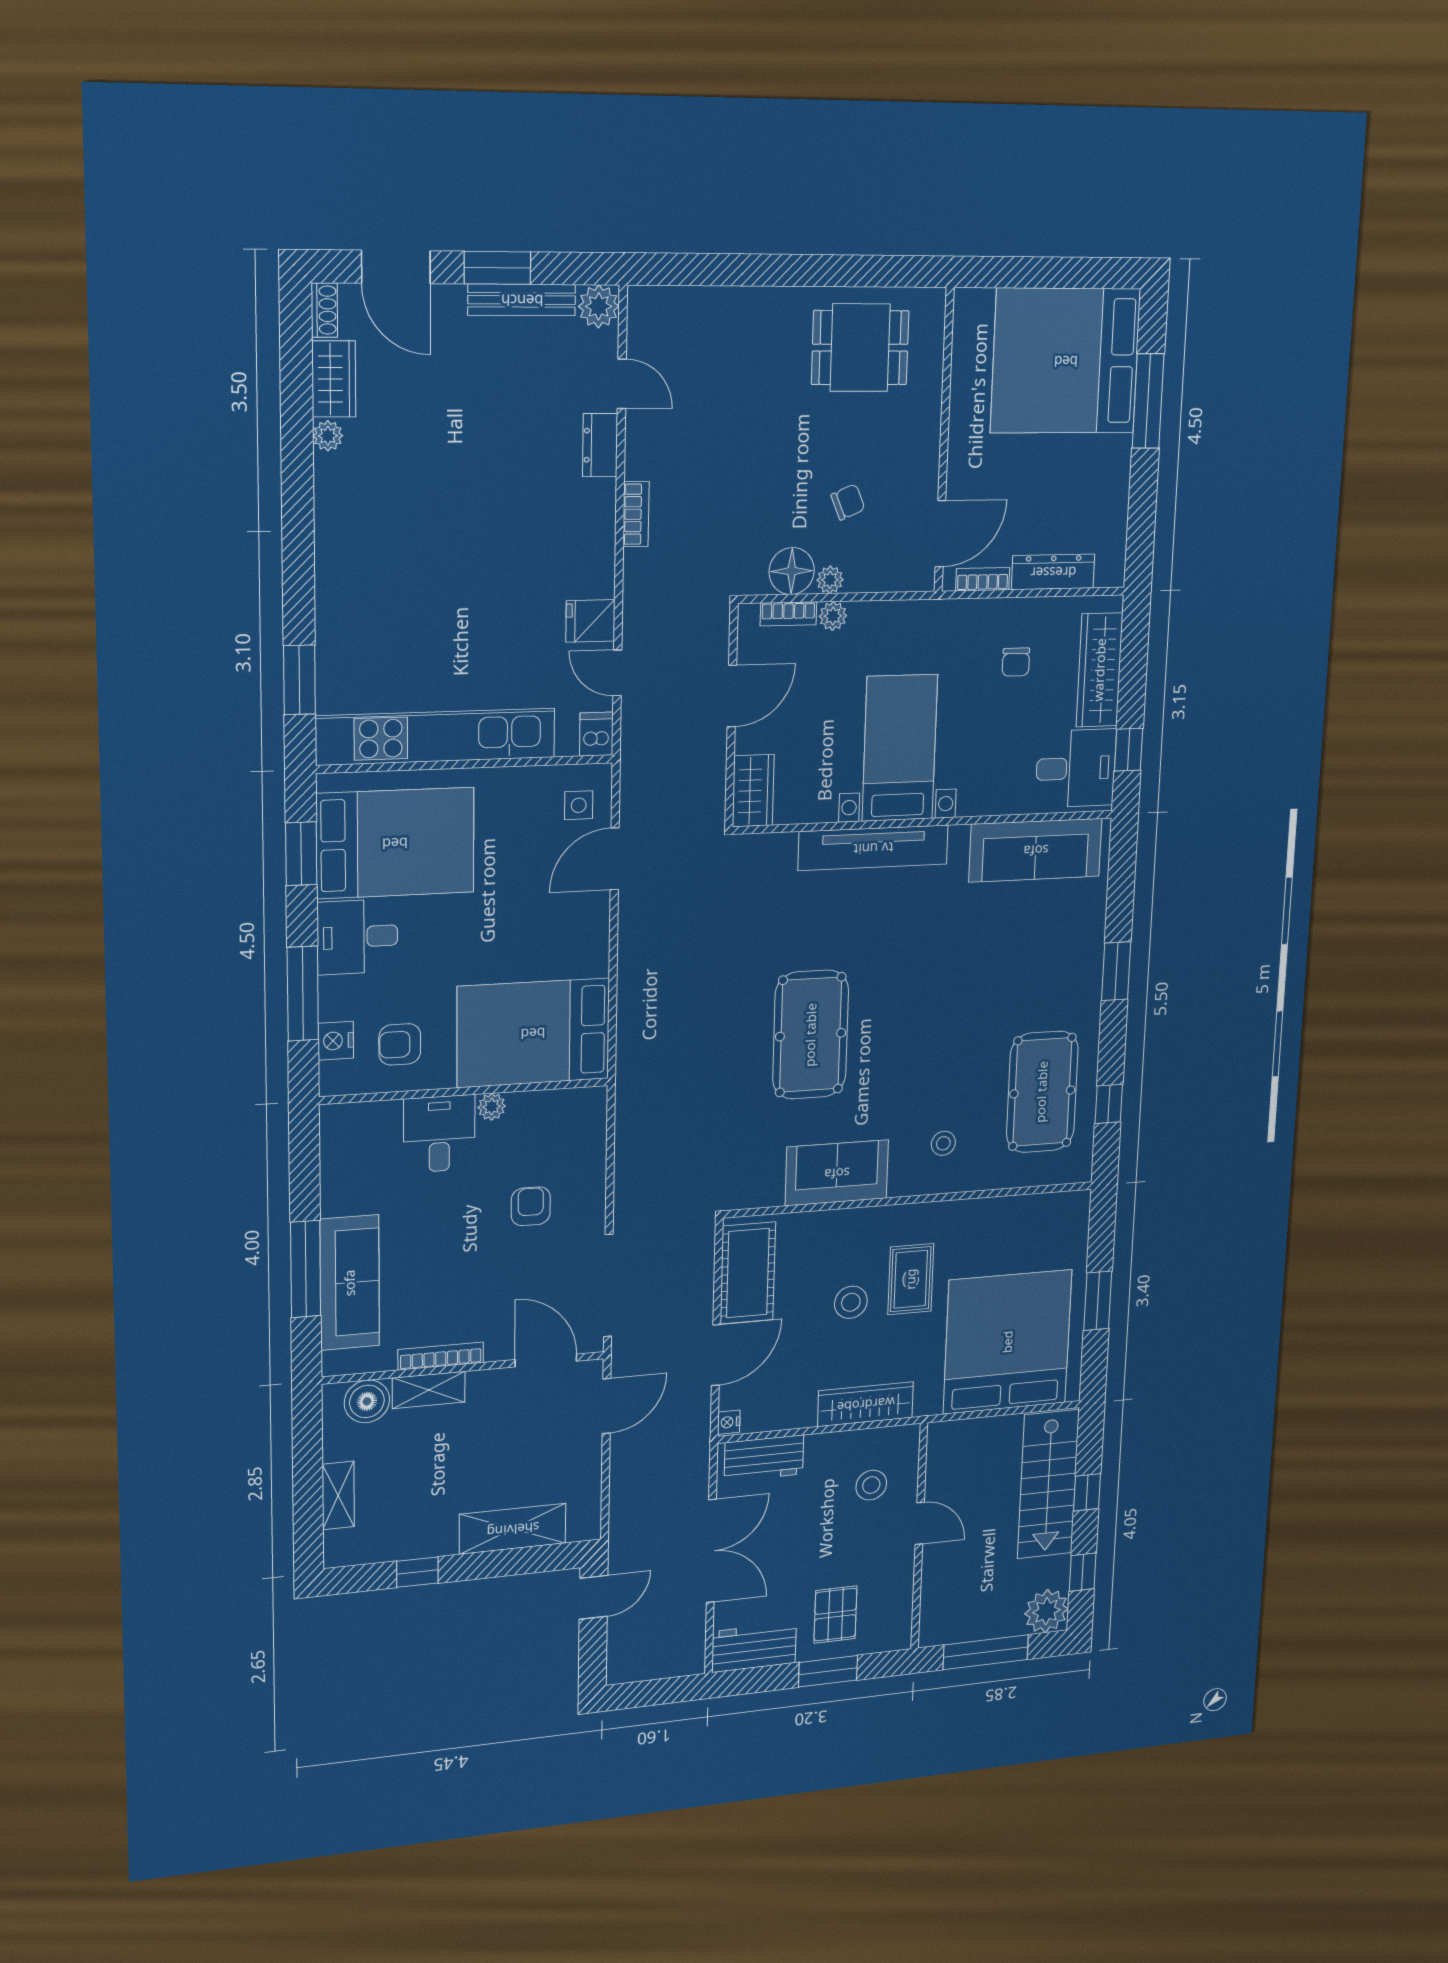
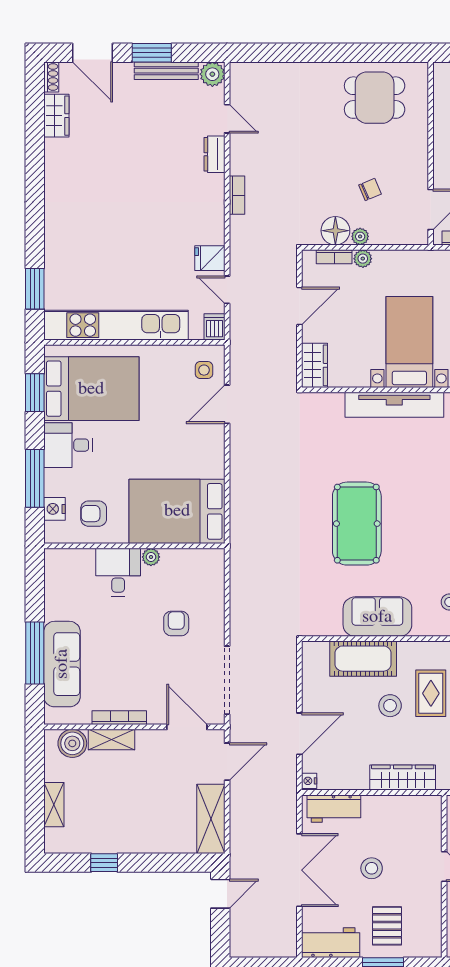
plant: (328, 436) -> (53, 148), removed
cot: (748, 1273) -> (363, 659), moved, turned 90
stool: (871, 1485) -> (372, 868), moved
shelving: (513, 1529) -> (211, 819), moved, turned 90

